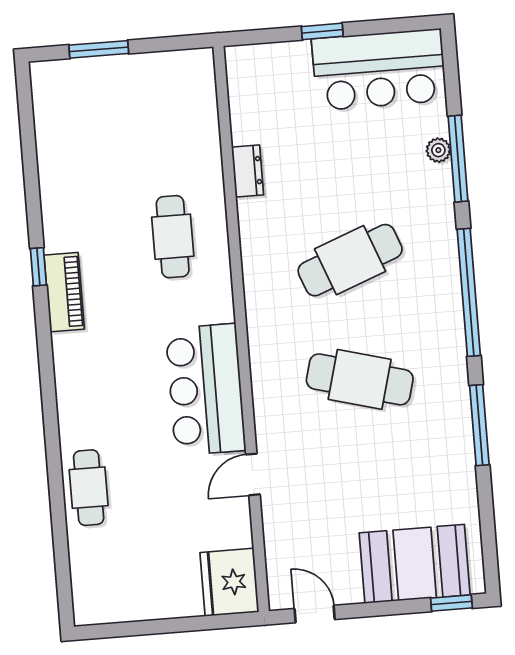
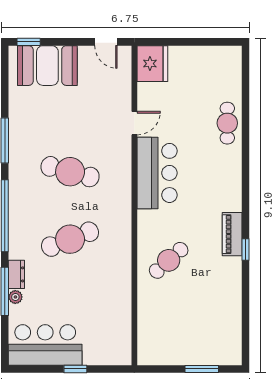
dresser: (248, 171) -> (16, 274), moved, turned 180
cafe table: (173, 237) -> (169, 260), turned 48

